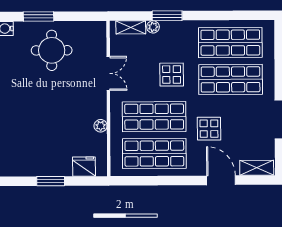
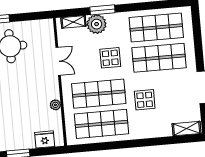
plant: (153, 27) -> (97, 24), width x1.88, depth x1.88
door: (221, 180) -> (158, 141), removed

